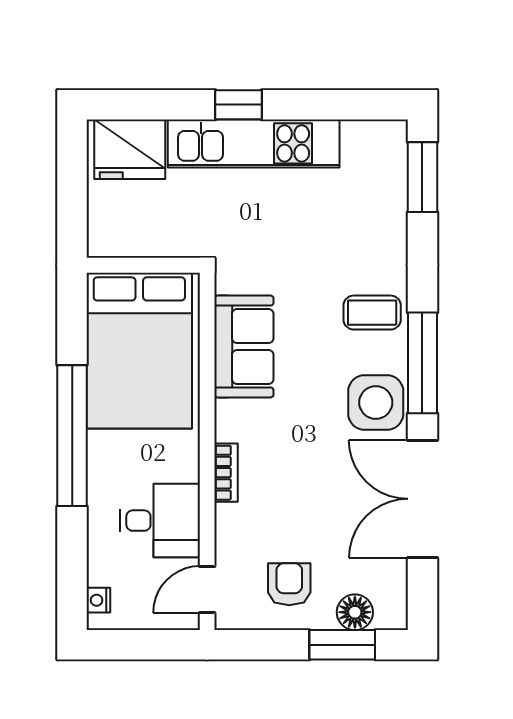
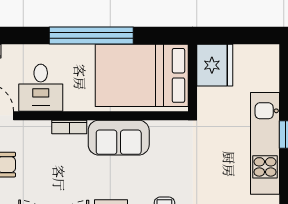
fridge: (130, 149) -> (215, 65), moved, turned 180
sofa: (244, 347) -> (119, 138), moved

